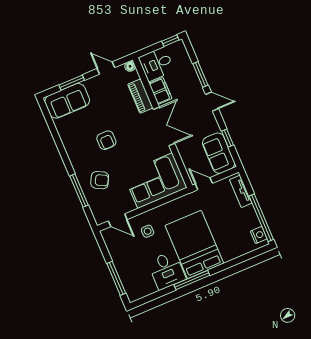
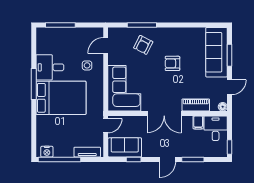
filing cabinet: (160, 91) -> (198, 122), width x0.50
sofa: (67, 101) -> (217, 52), width x1.36

